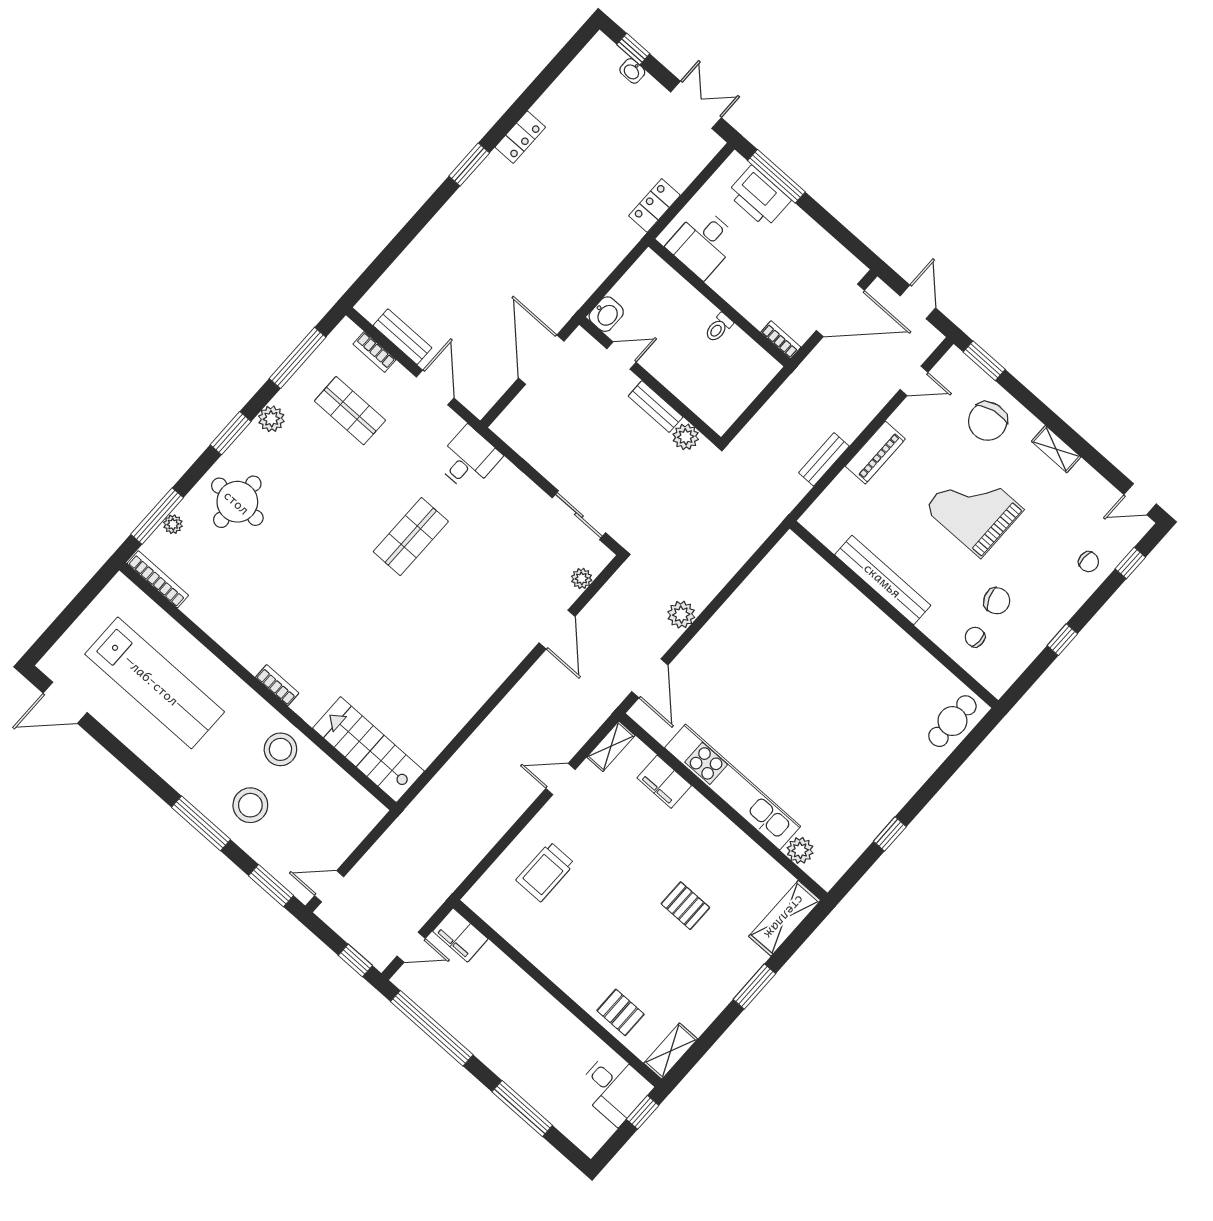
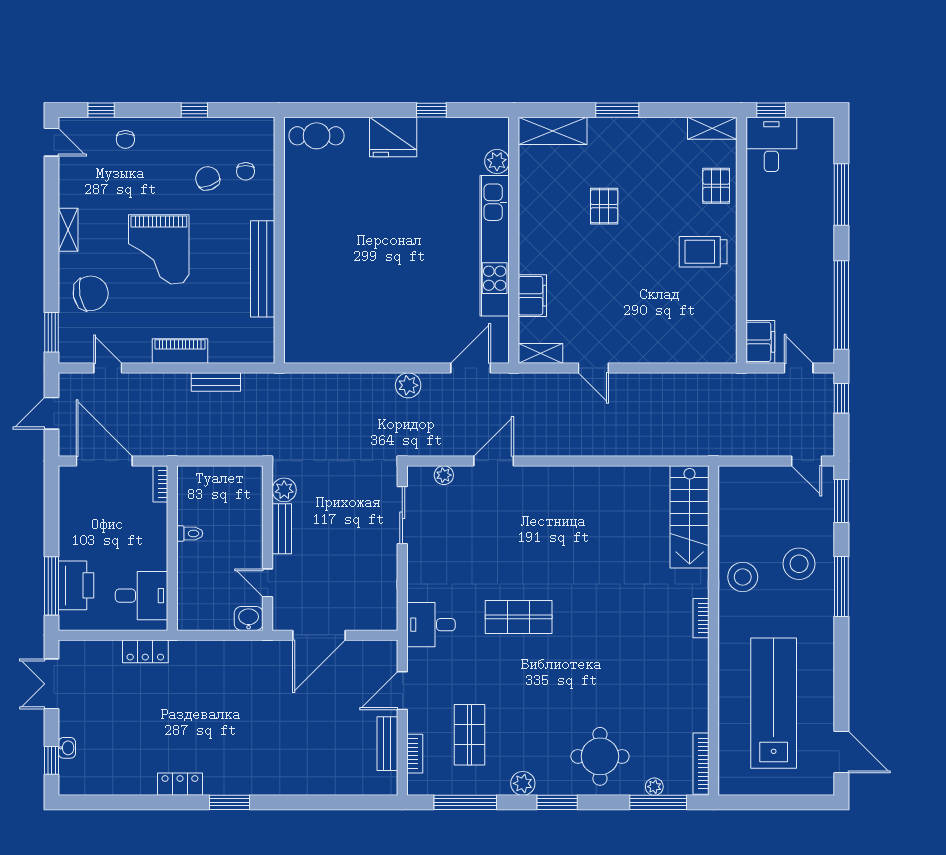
chair: (1089, 562) -> (125, 139), turned 180
fridge: (896, 783) -> (393, 137), added
trolley: (545, 872) -> (703, 252), moved, turned 180

